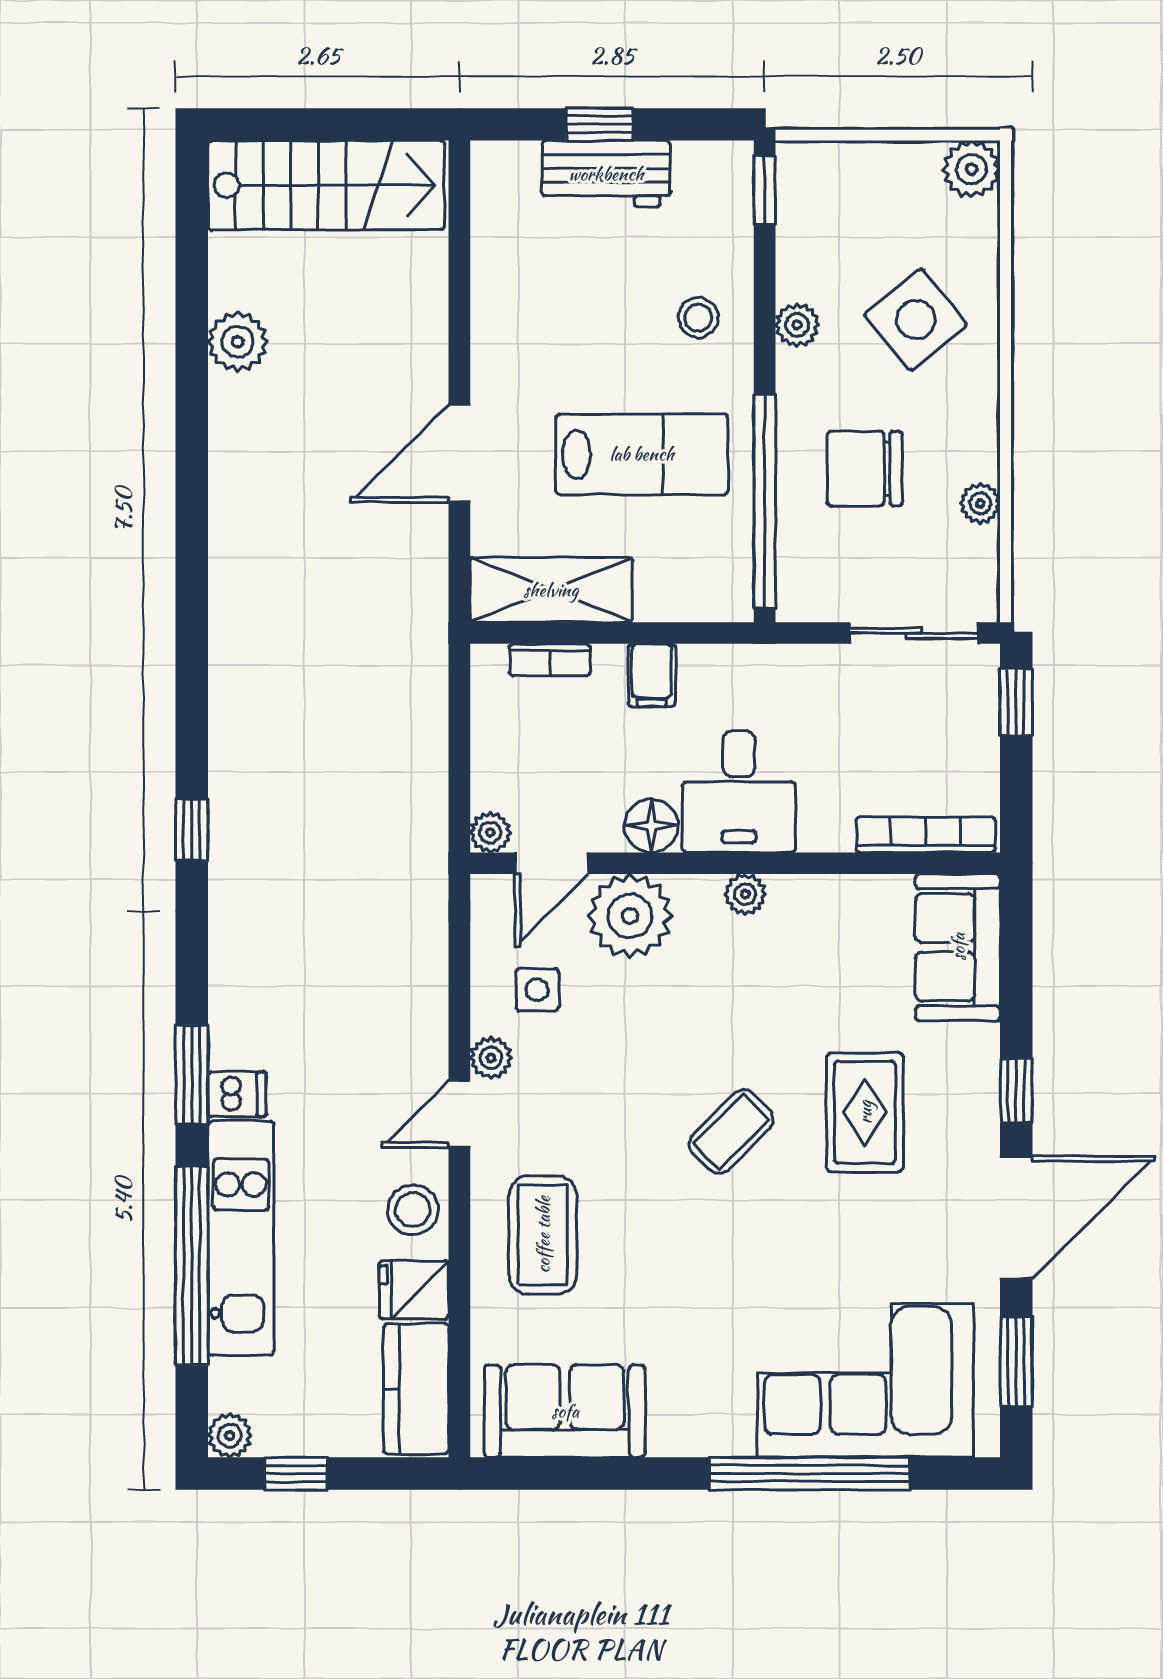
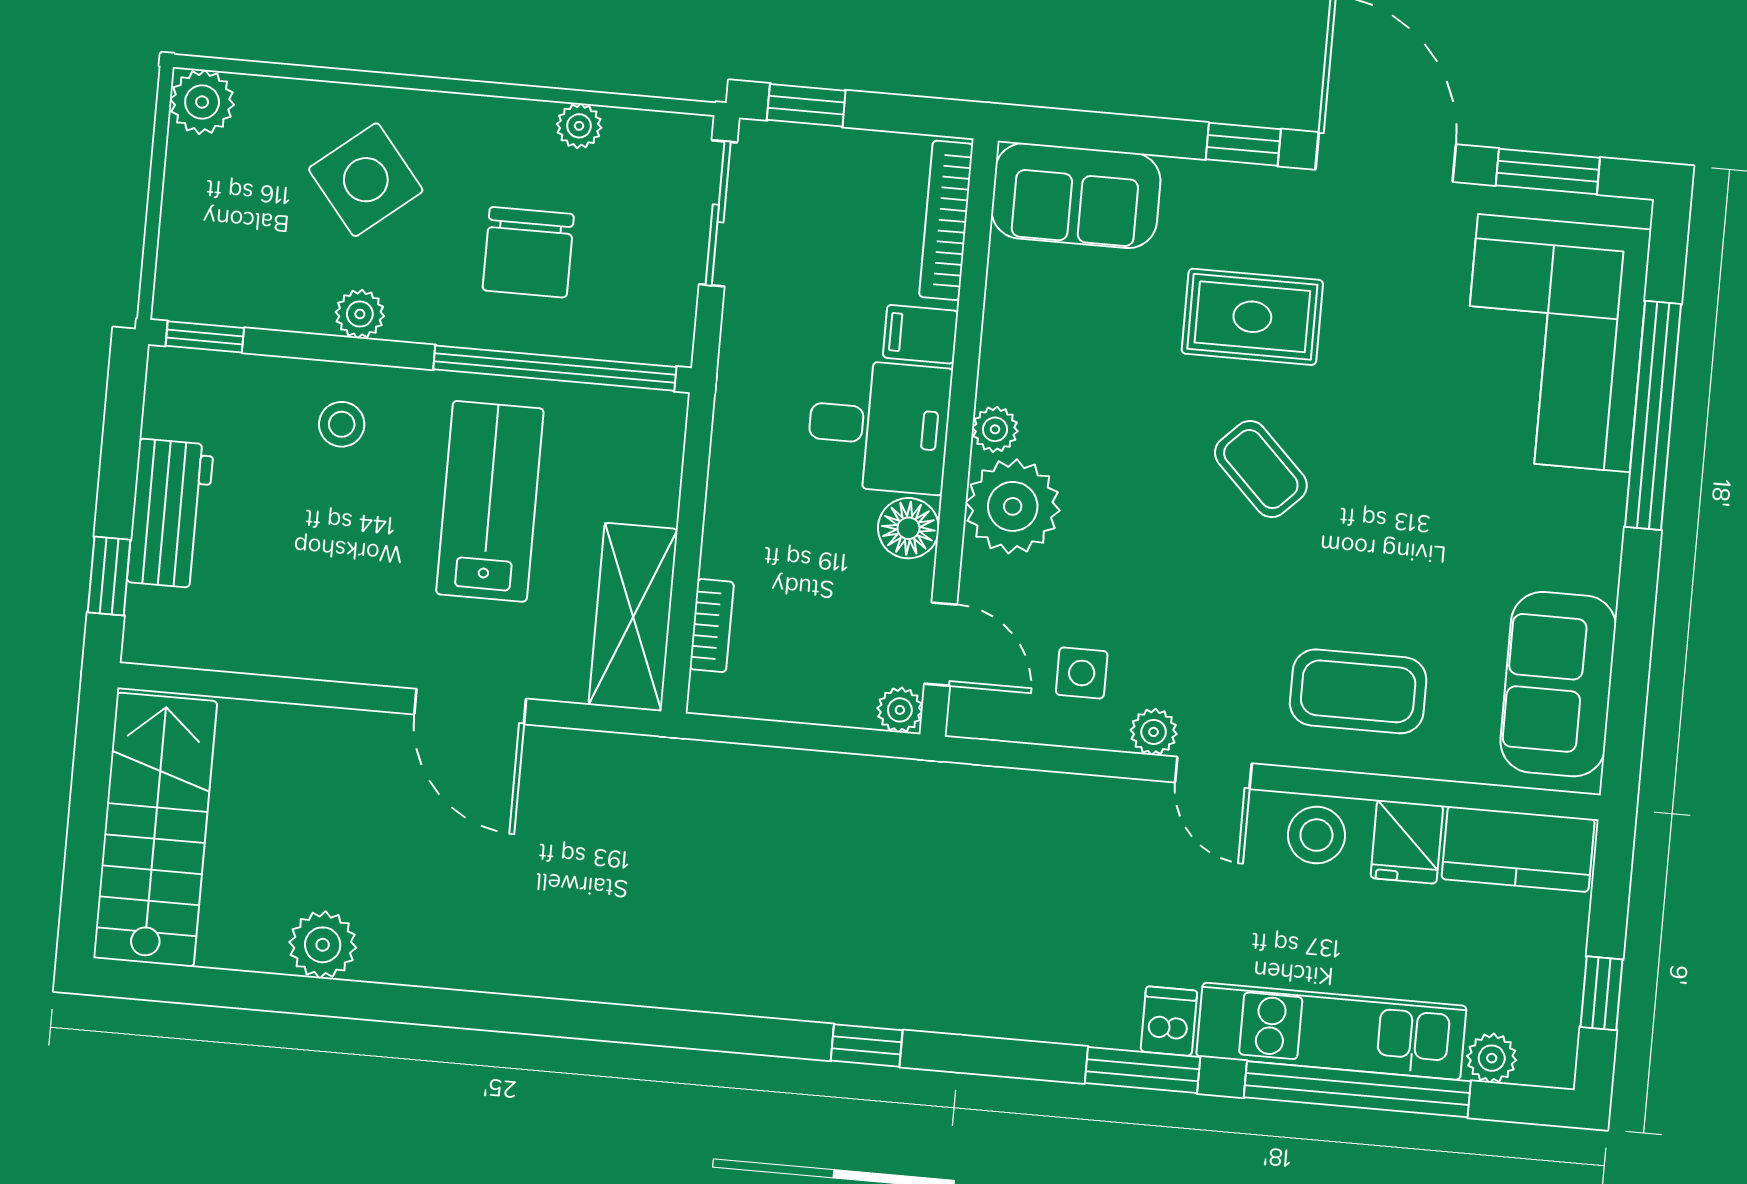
window: (599, 124) -> (109, 576), moved
filing cabinet: (652, 675) -> (920, 334), moved, turned 180
plant: (630, 916) -> (1013, 506), moved
plant: (230, 1435) -> (1492, 1058), moved

